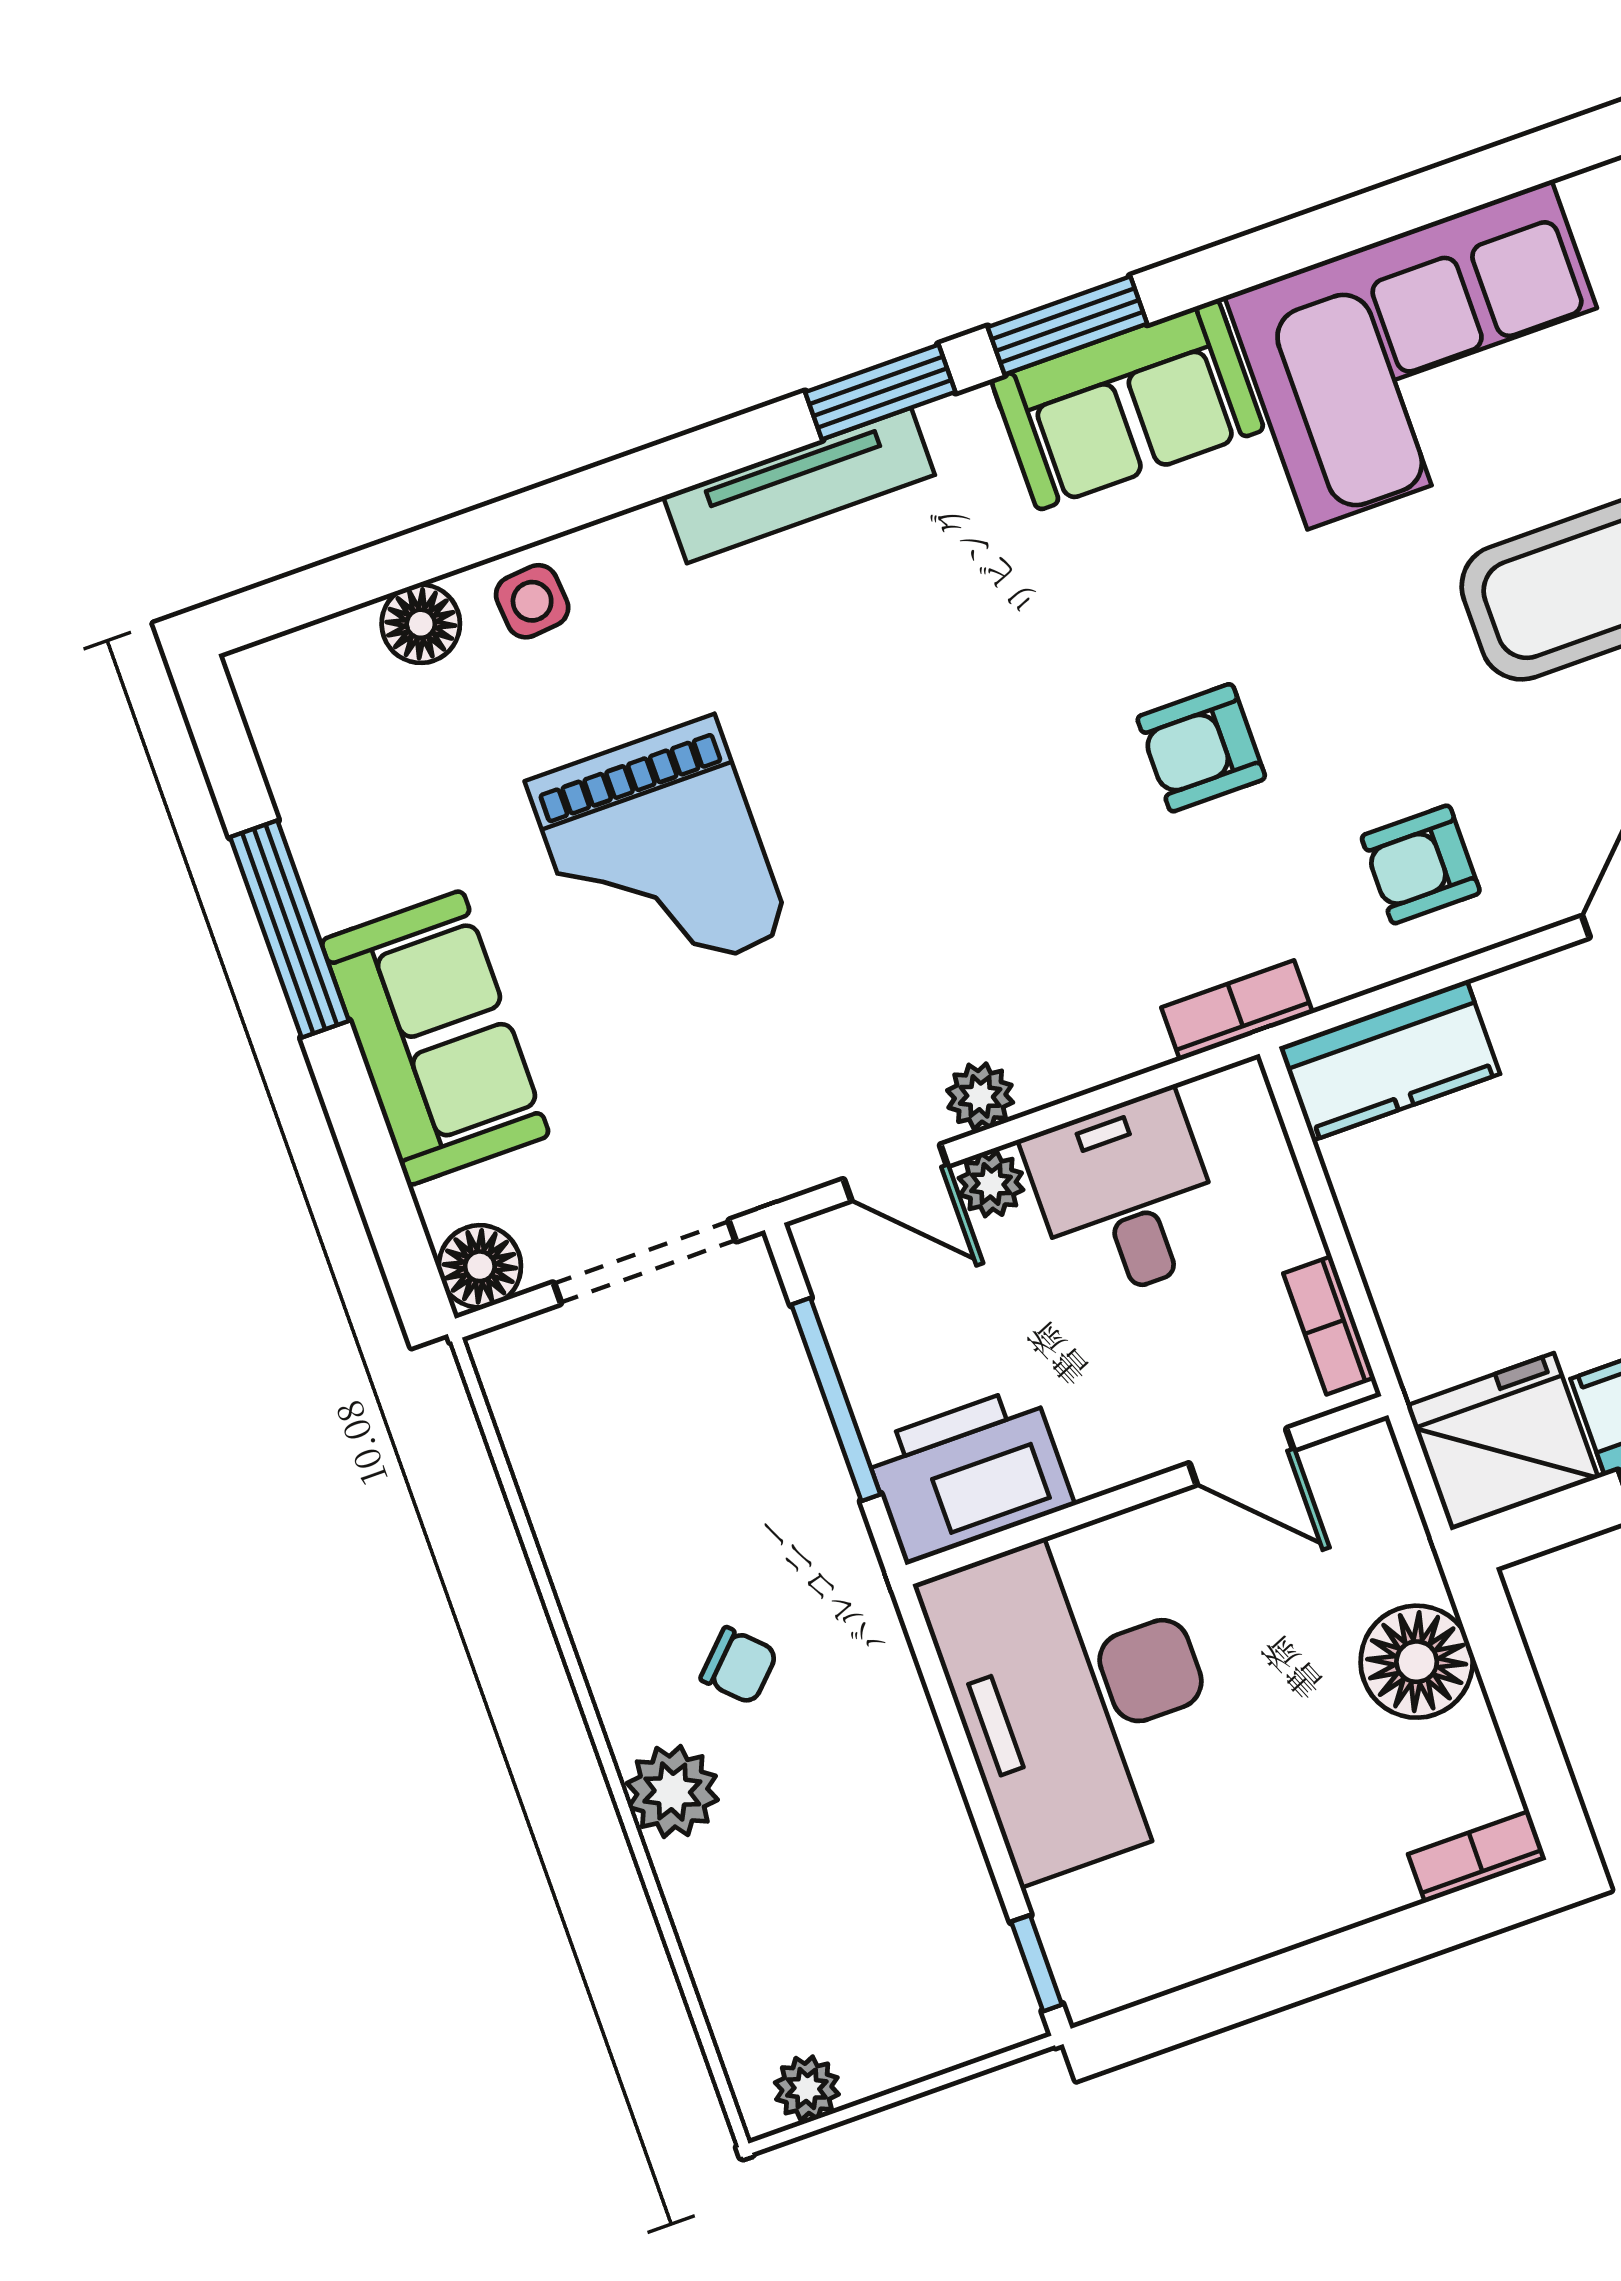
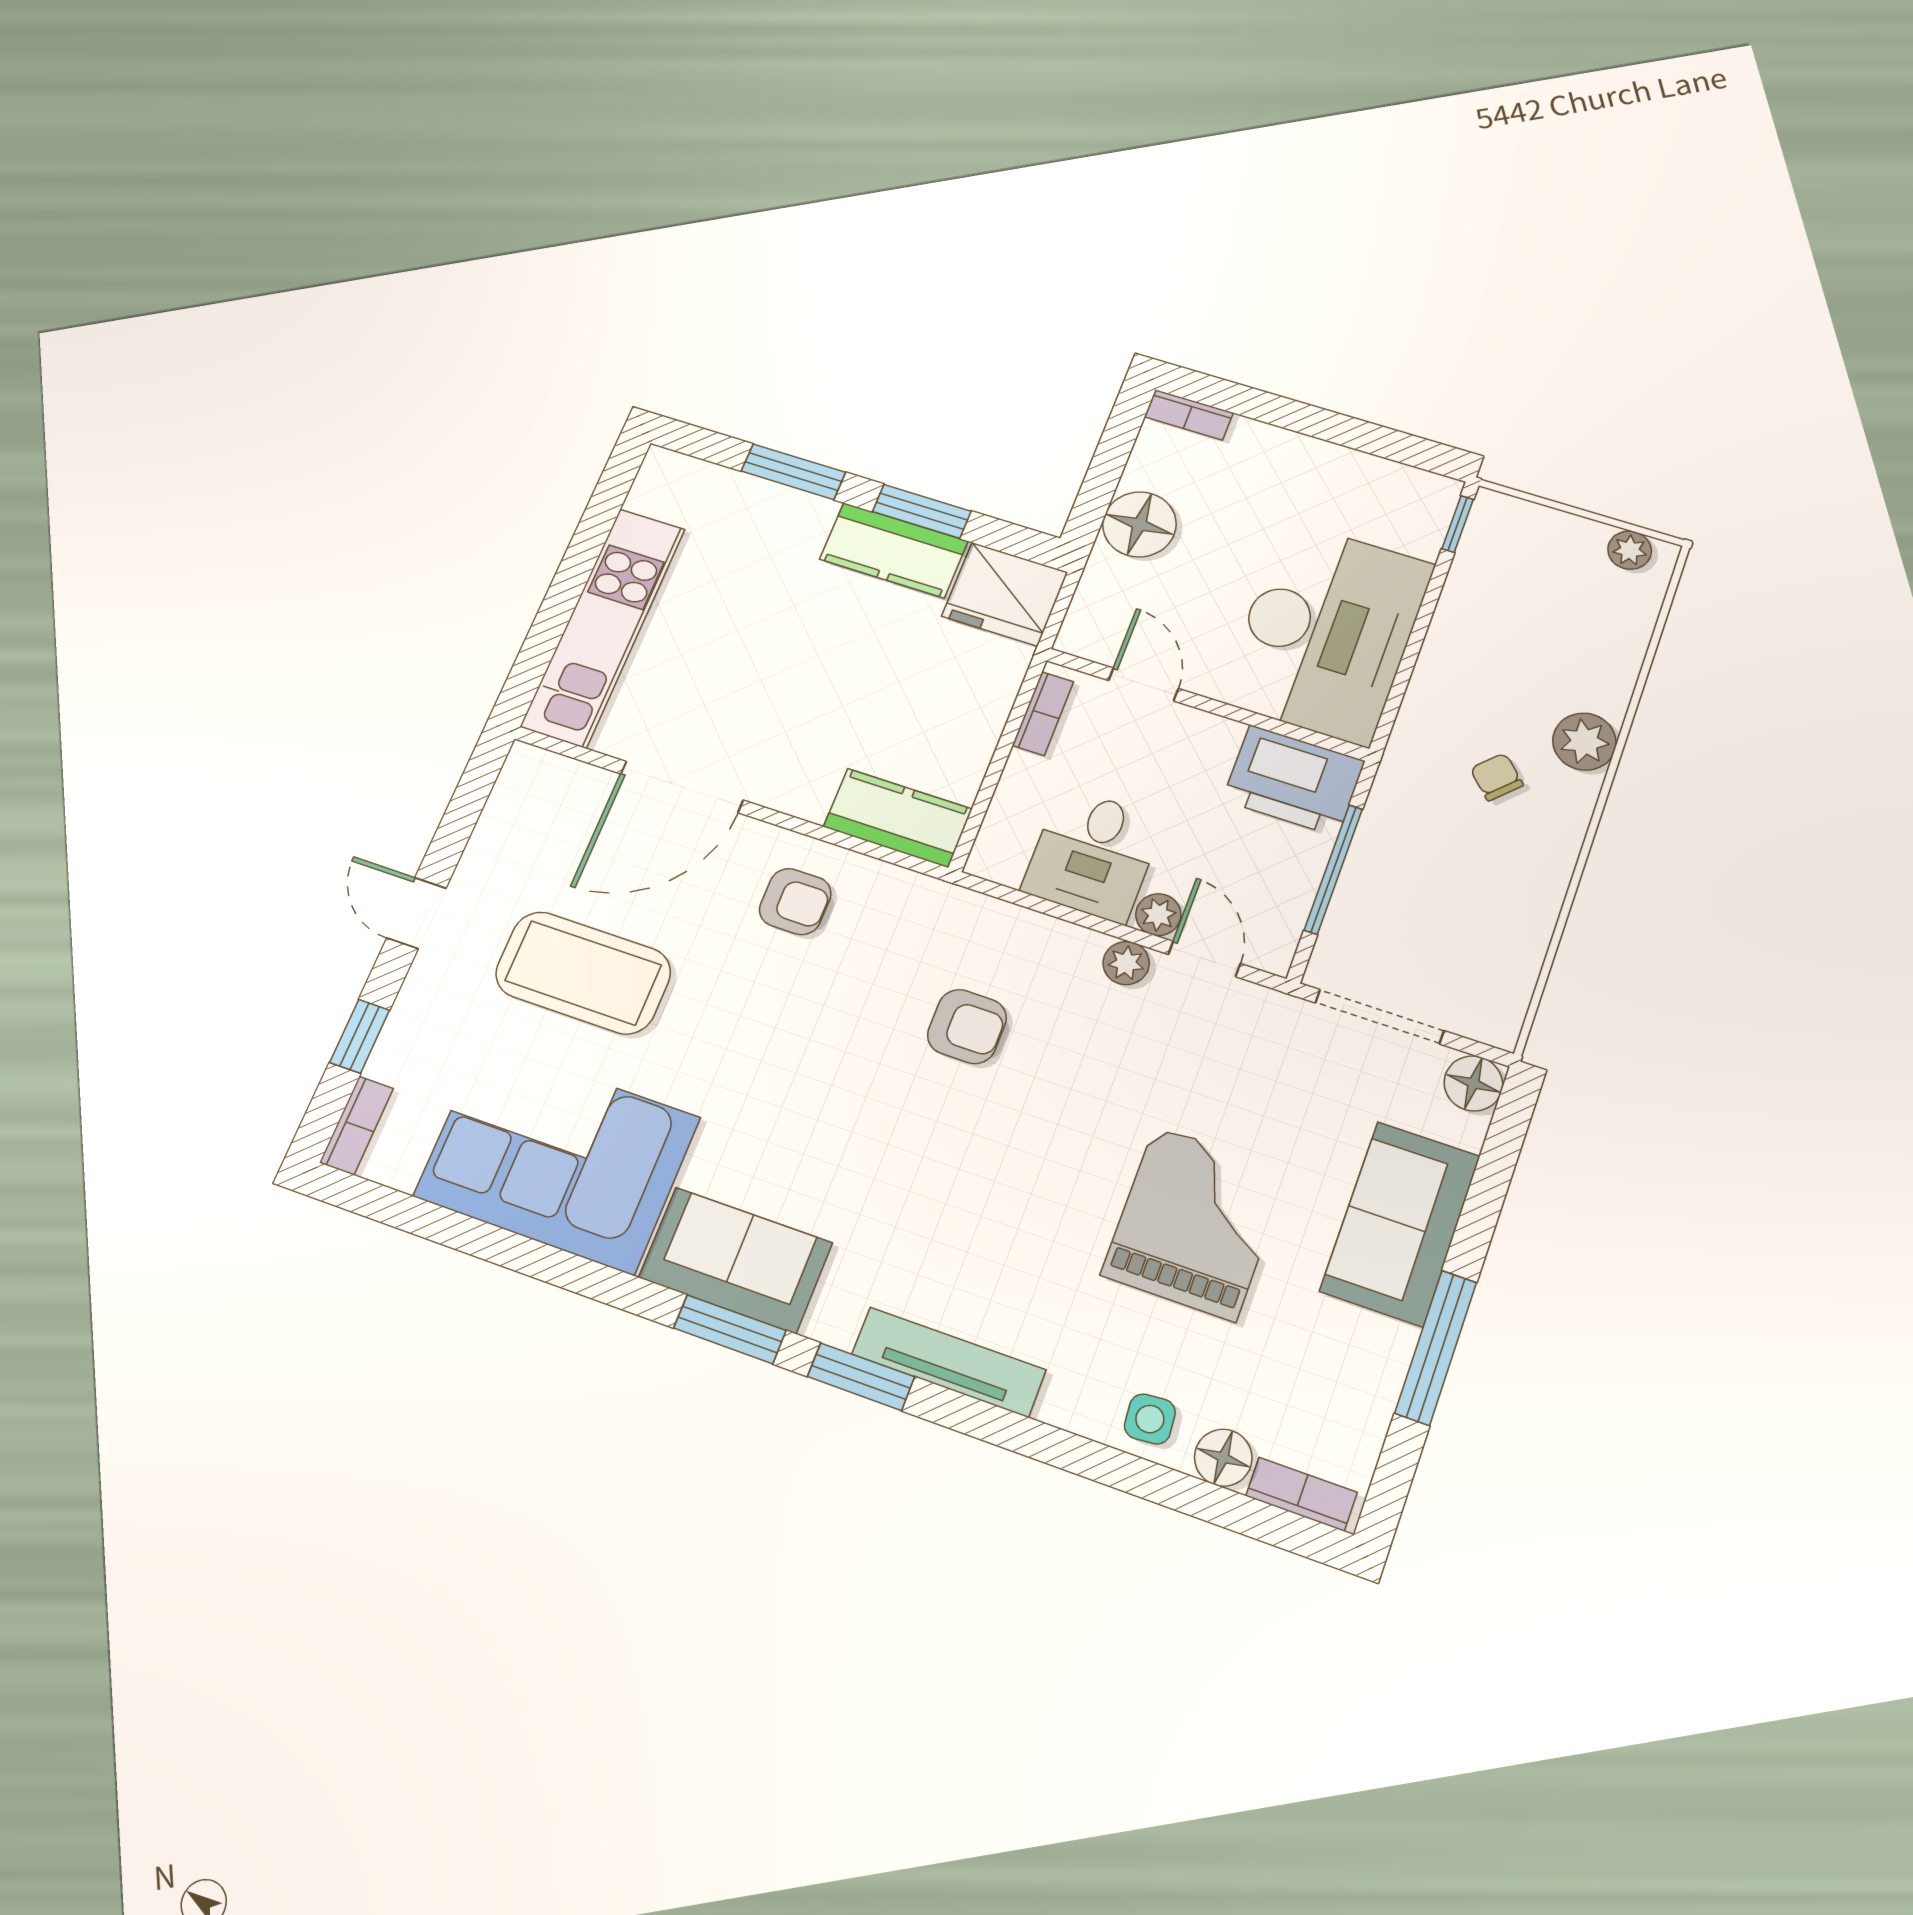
armchair: (1201, 748) -> (967, 1027), moved
bookcase: (1237, 1010) -> (1301, 1494), moved, turned 180

